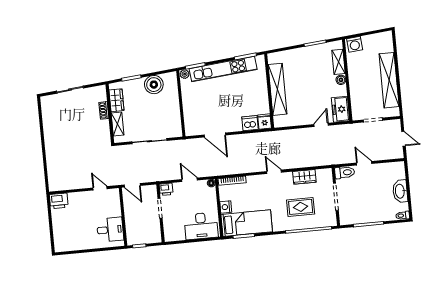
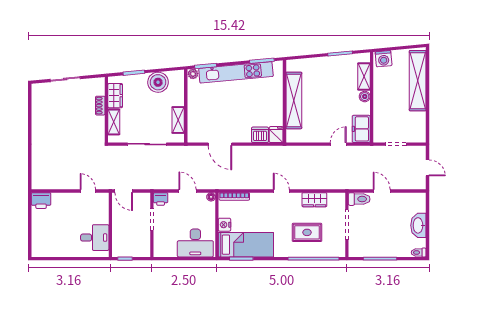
shelving: (389, 80) -> (418, 81), moved
shelving: (175, 117) -> (178, 120), added

